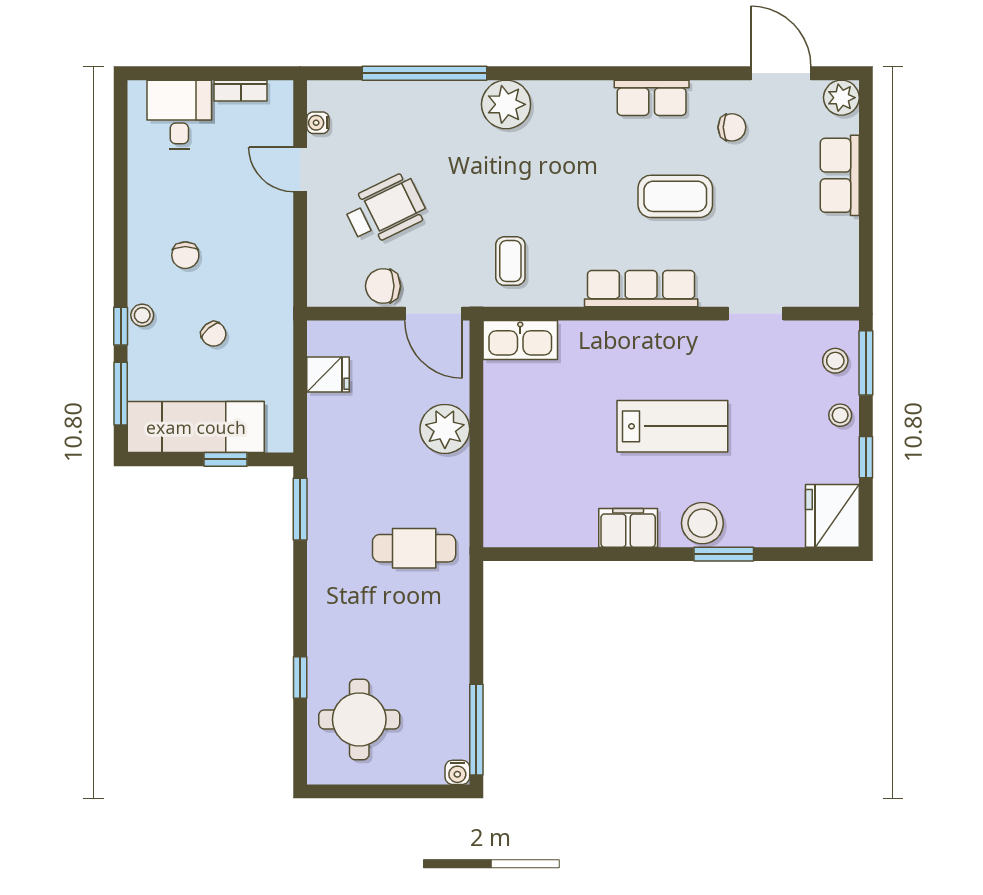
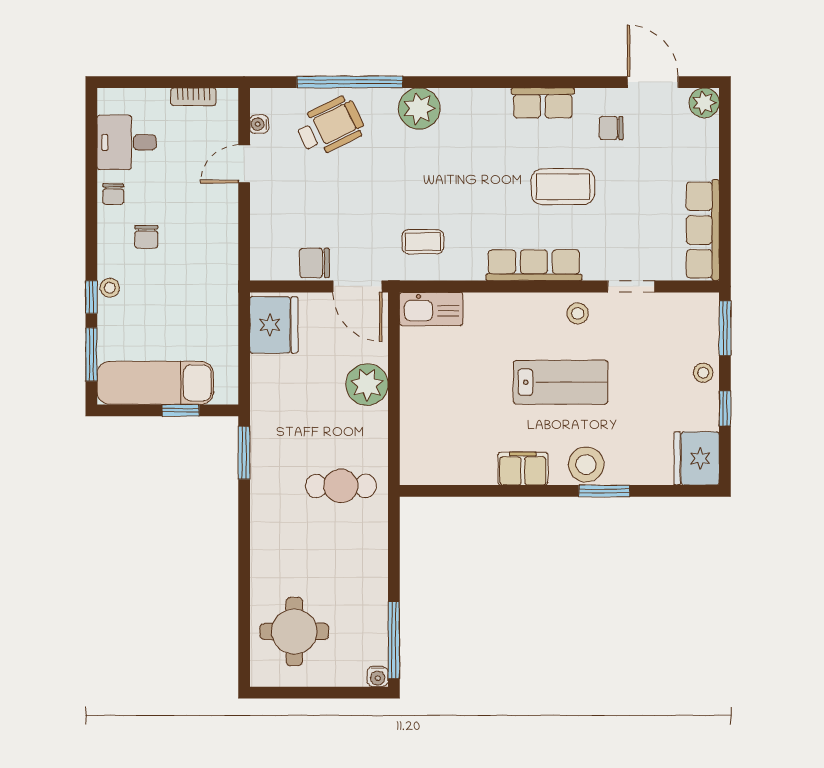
desk: (179, 115) -> (127, 142), moved, turned -90
chair: (732, 127) -> (611, 128), turned 180
door: (300, 169) -> (244, 164), hinge flipped
row of seats: (840, 175) -> (703, 230), moved, width x1.48
wheelchair: (385, 210) -> (330, 126), moved
coffee table: (510, 261) -> (423, 242), turned 90
chair: (214, 334) -> (113, 194), moved, turned 40
stool: (835, 361) -> (578, 313), moved
fridge: (328, 374) -> (274, 325), width x1.88, depth x1.34
window: (300, 677) -> (244, 596), removed

